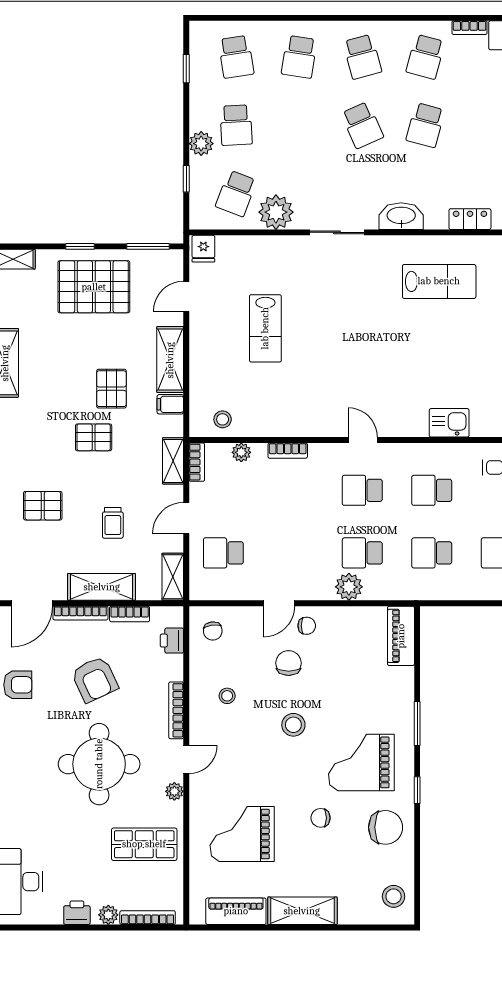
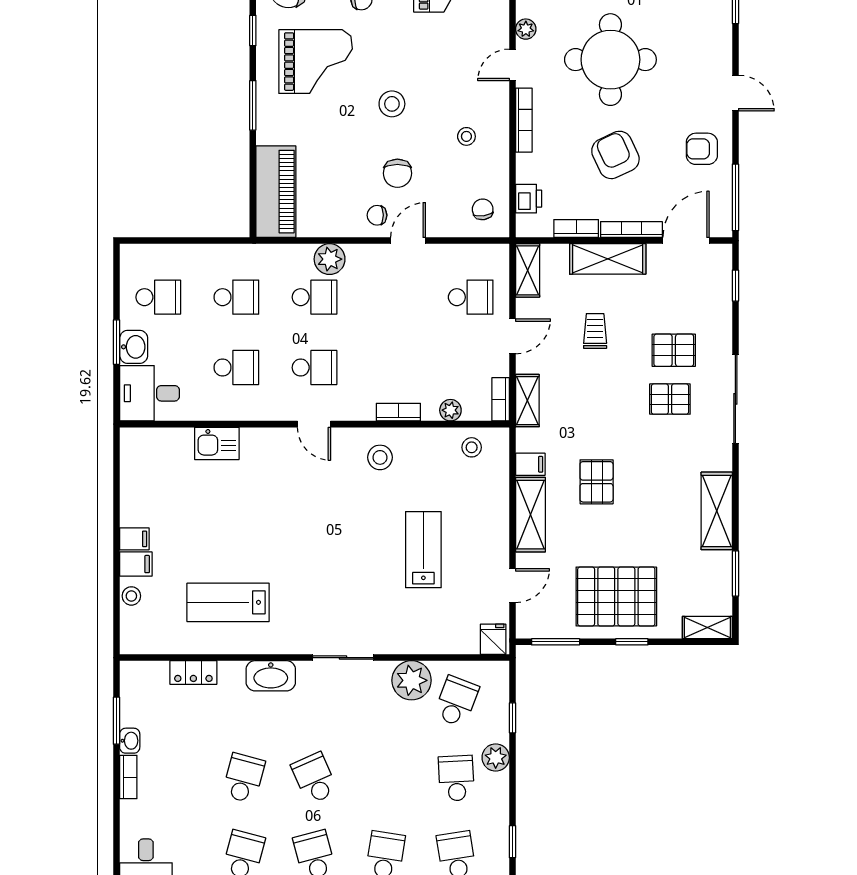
stool: (304, 410) -> (380, 457), added
pallet: (94, 437) -> (670, 399), moved
piano: (401, 636) -> (276, 192), width x1.37, depth x1.33

